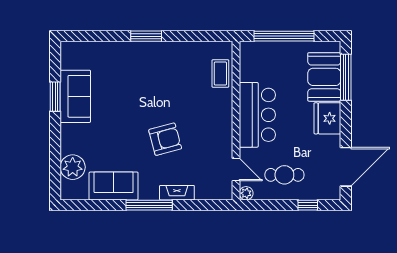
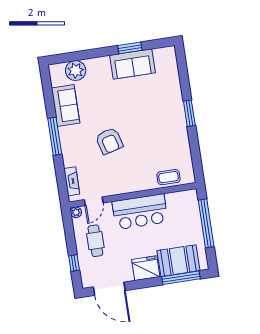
fireplace: (177, 193) -> (72, 181), moved

